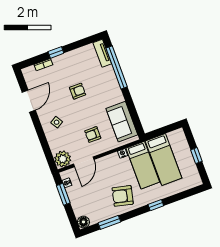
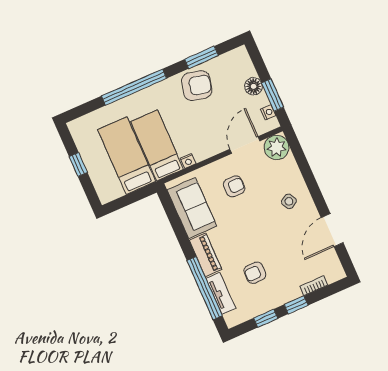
window: (77, 45) -> (266, 318), added
tv unit: (102, 53) -> (221, 293), moved
piano: (115, 90) -> (205, 255), added
armchair: (78, 91) -> (255, 273), moved
armchair: (123, 196) -> (197, 86), moved
window: (156, 205) -> (134, 87), width x3.17
floor lamp: (83, 222) -> (253, 86), moved

